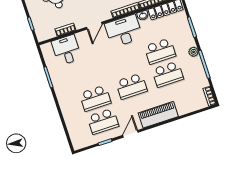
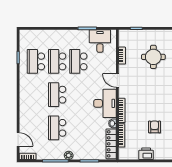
desk: (66, 50) -> (100, 41), moved, turned -90
school desk: (160, 51) -> (78, 61), moved
piano: (158, 115) -> (26, 109), removed
door: (130, 134) -> (18, 139), moved

